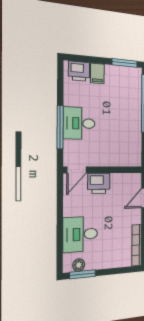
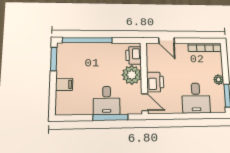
printer: (79, 71) -> (134, 55), moved, turned 180
plant: (107, 155) -> (132, 75), added
plant: (79, 265) -> (219, 80), moved

